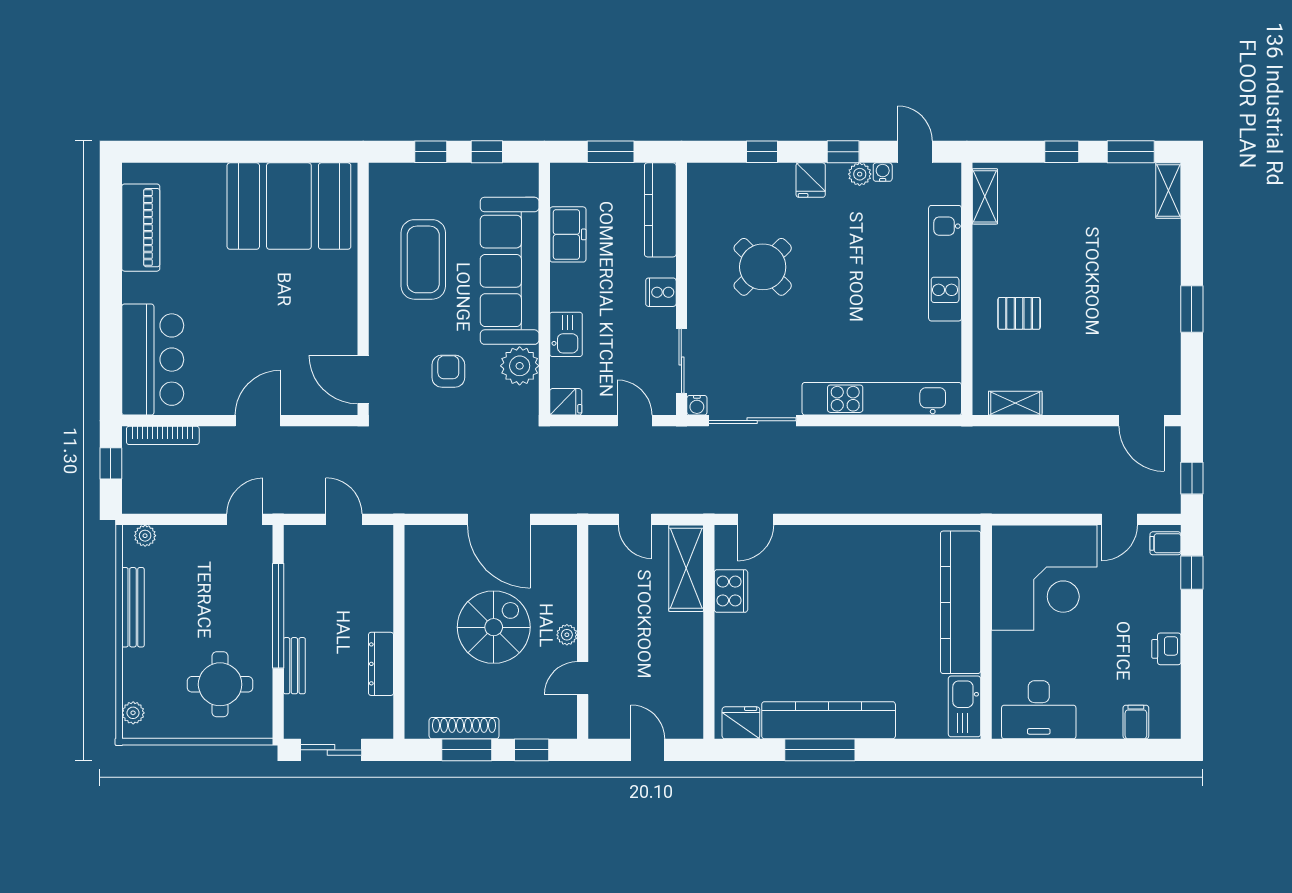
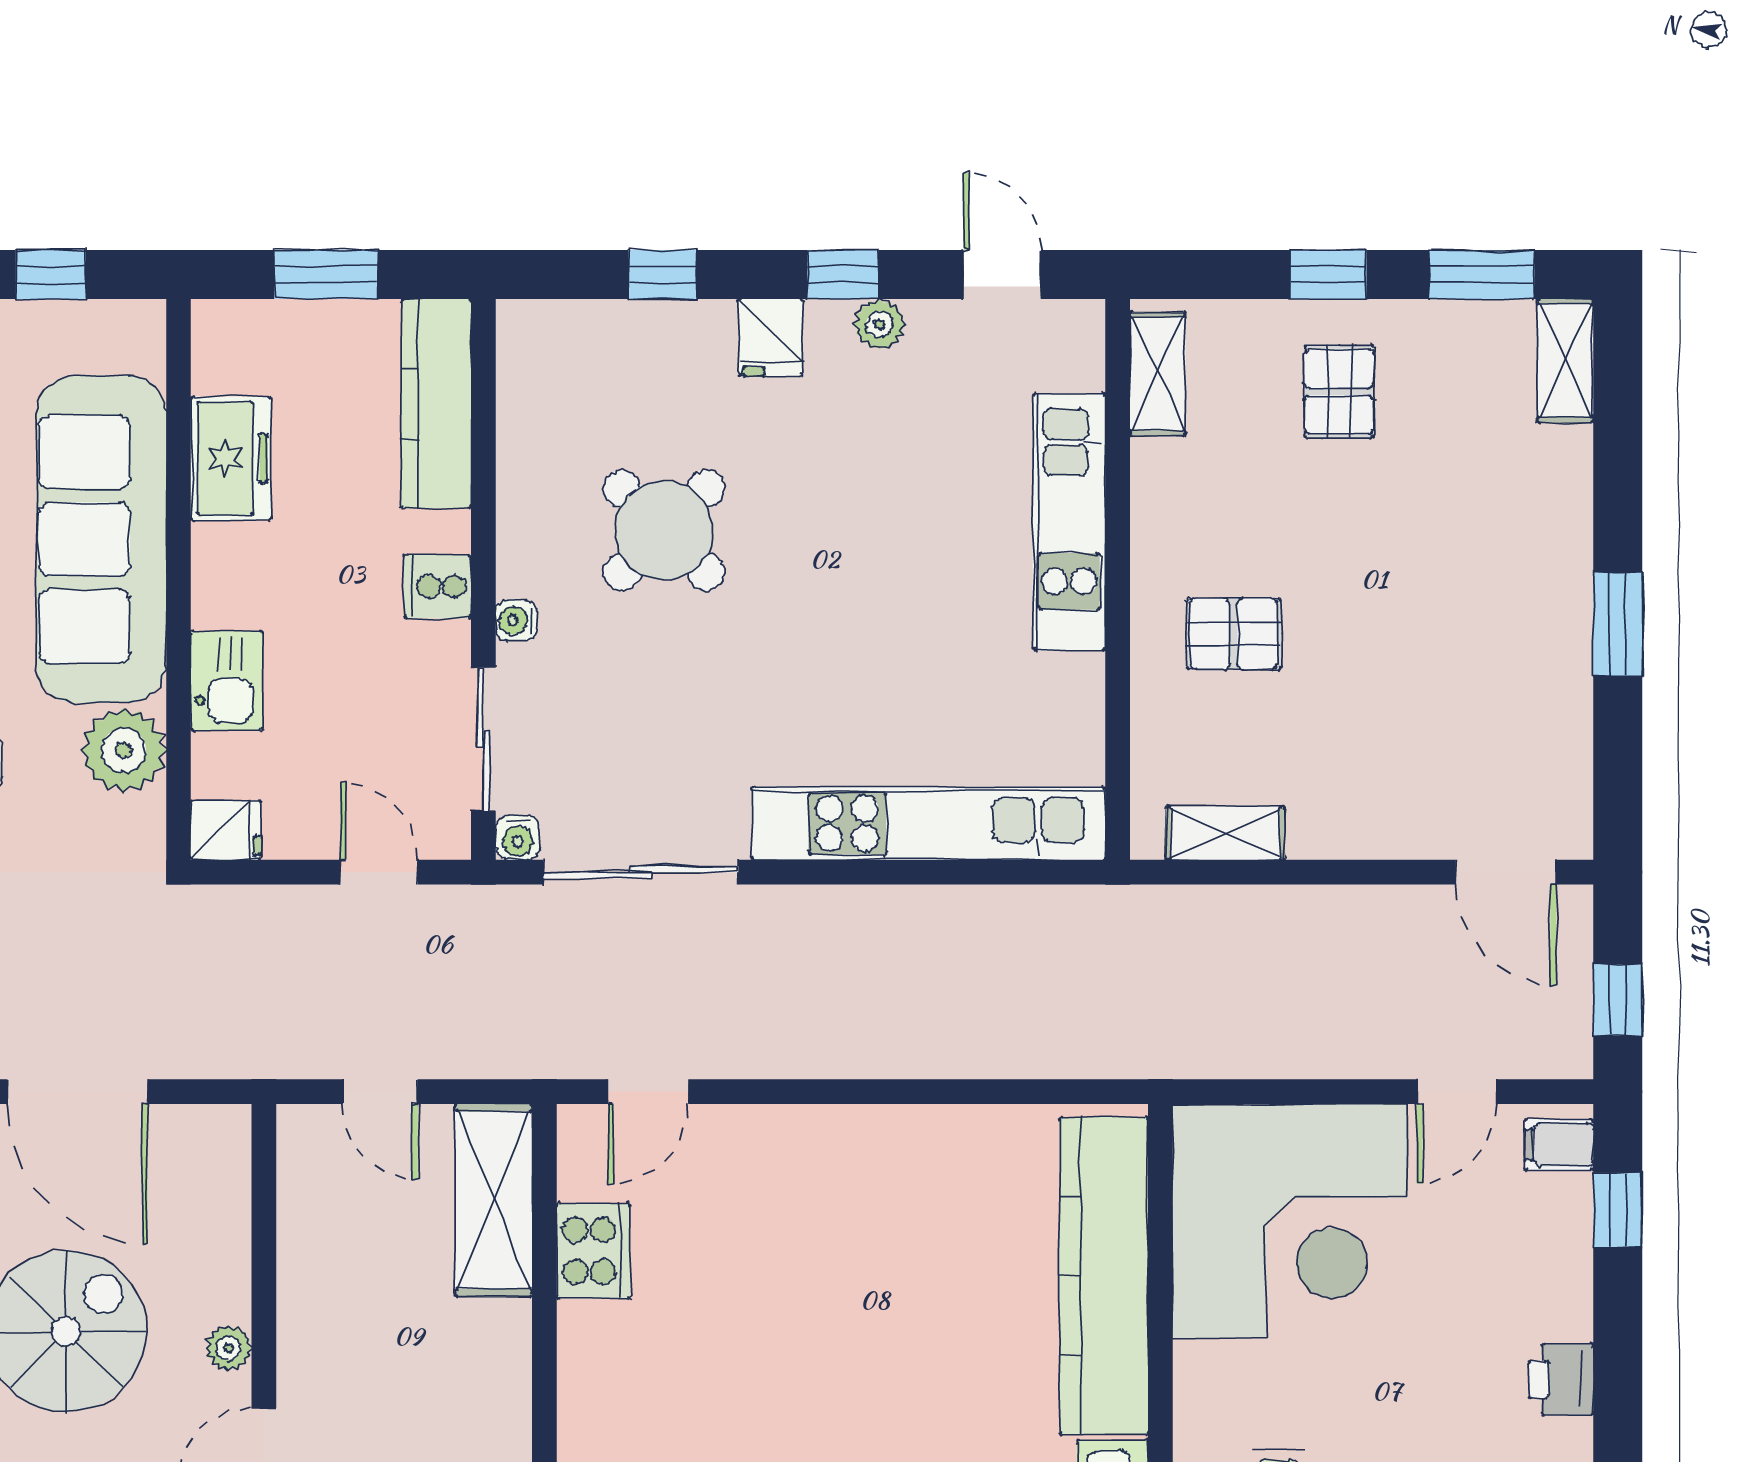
water cooler: (883, 172) -> (516, 620), moved, turned -90
pallet: (1066, 204) -> (1339, 392), added

